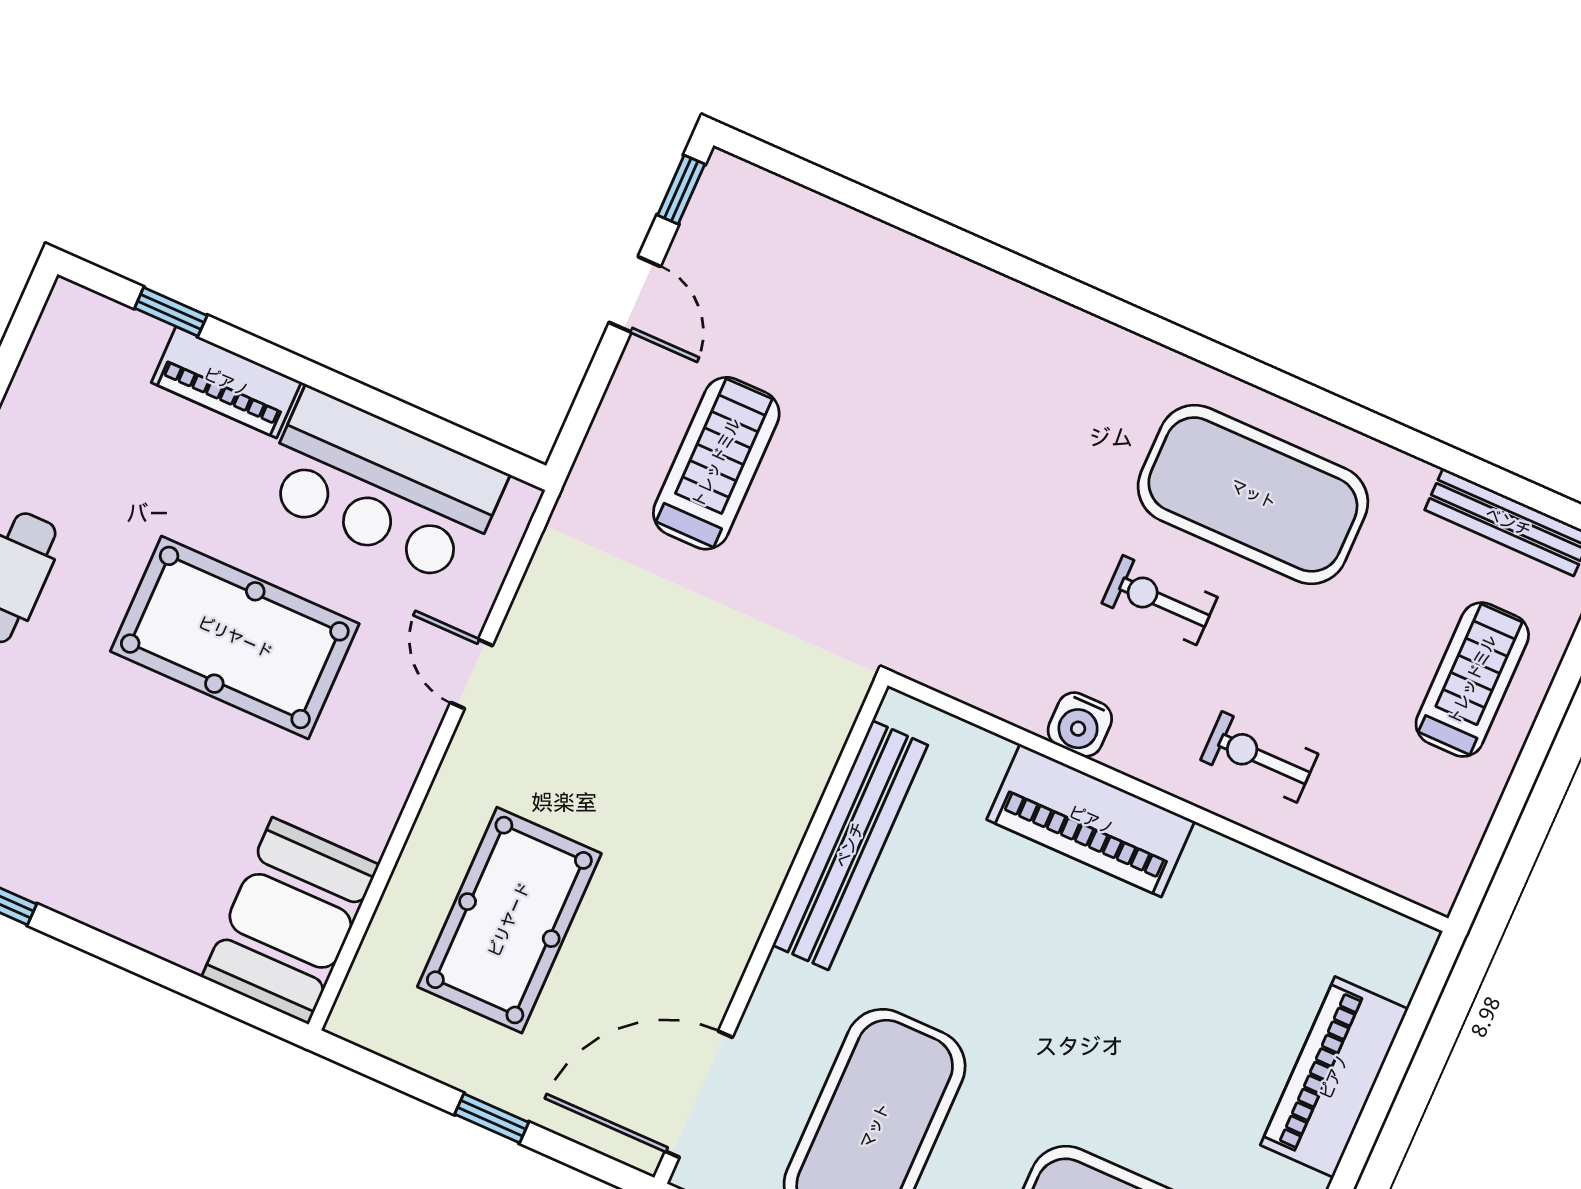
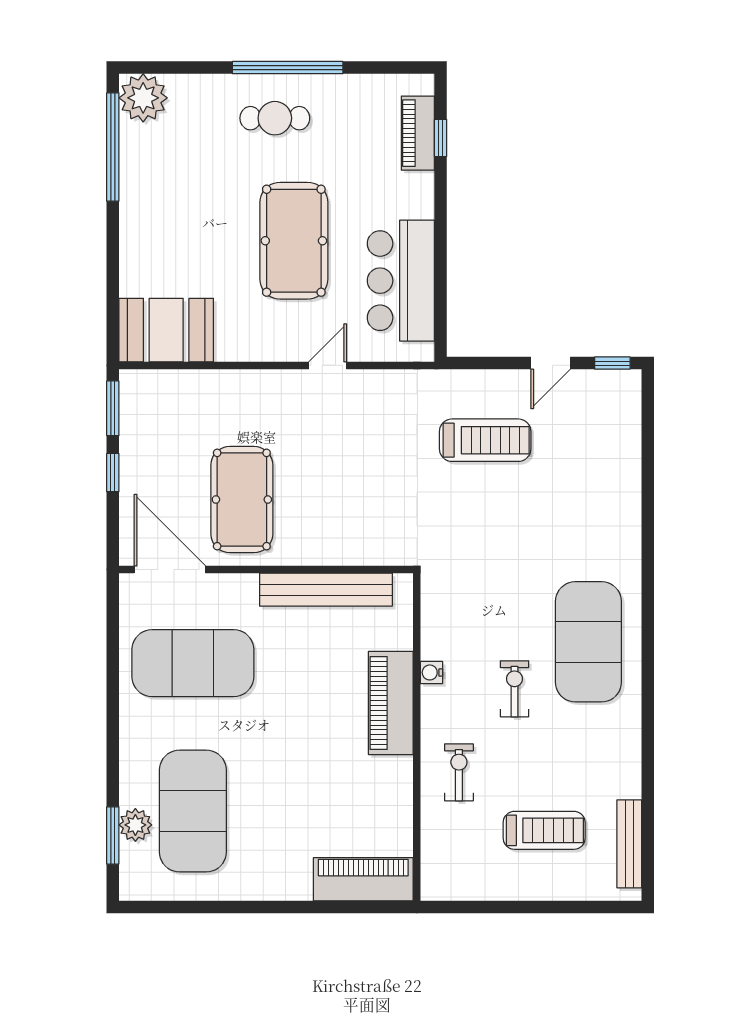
piano: (226, 382) -> (418, 133), moved
exercise mat: (1253, 494) -> (588, 642), moved
treadmill: (1472, 680) -> (544, 830), moved
water cooler: (1080, 724) -> (431, 672), width x0.72, depth x0.72
pool table: (509, 920) -> (242, 500), moved, turned 90
window: (383, 1070) -> (113, 408), added
piano: (1334, 1077) -> (363, 879), moved

